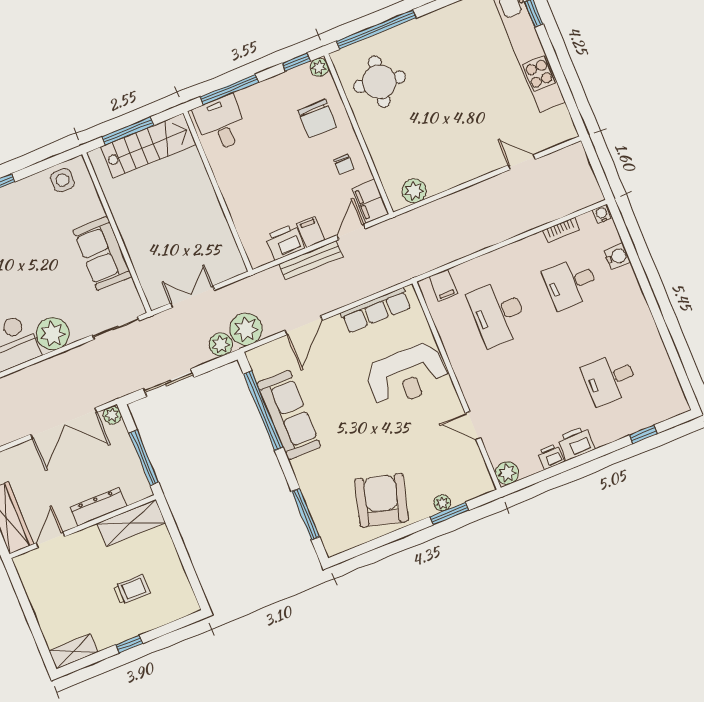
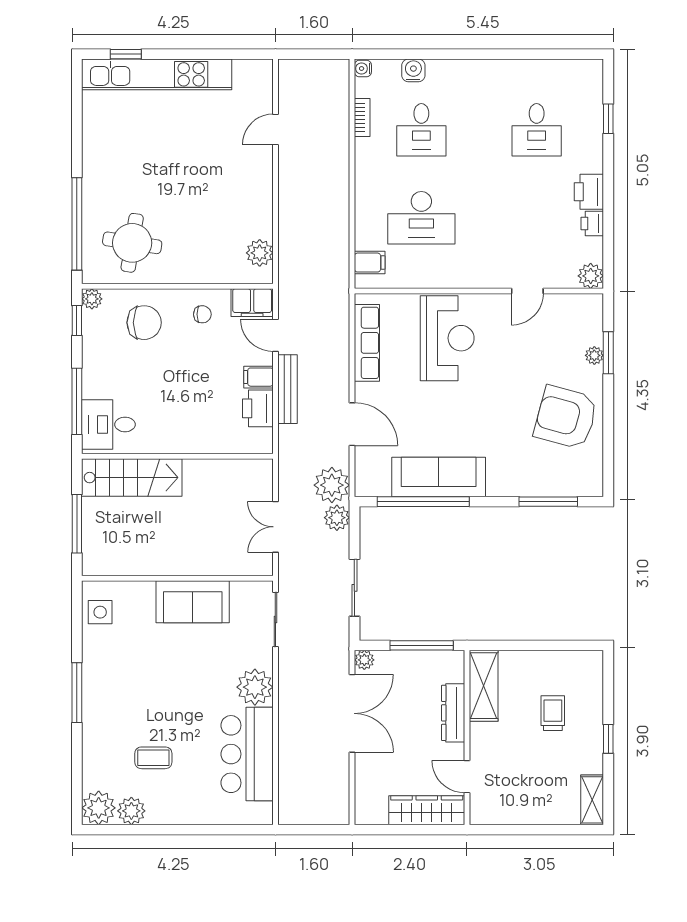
stairs: (148, 146) -> (132, 478), moved, turned 90

